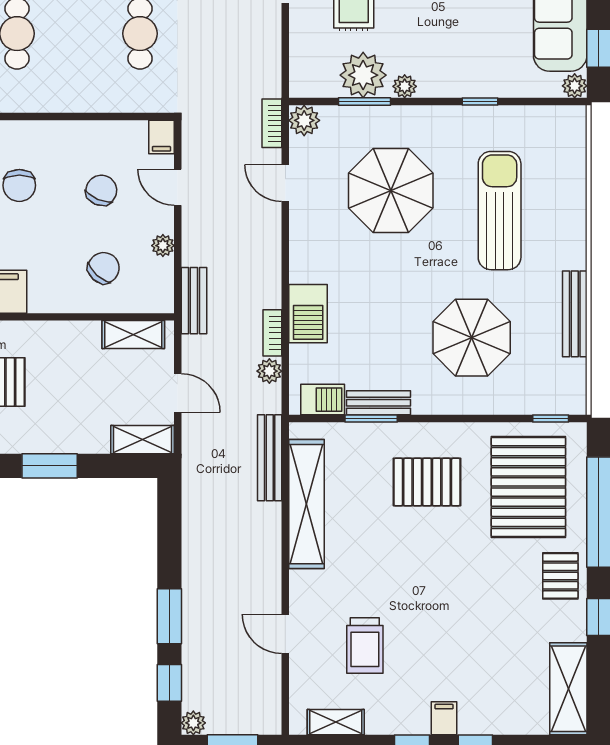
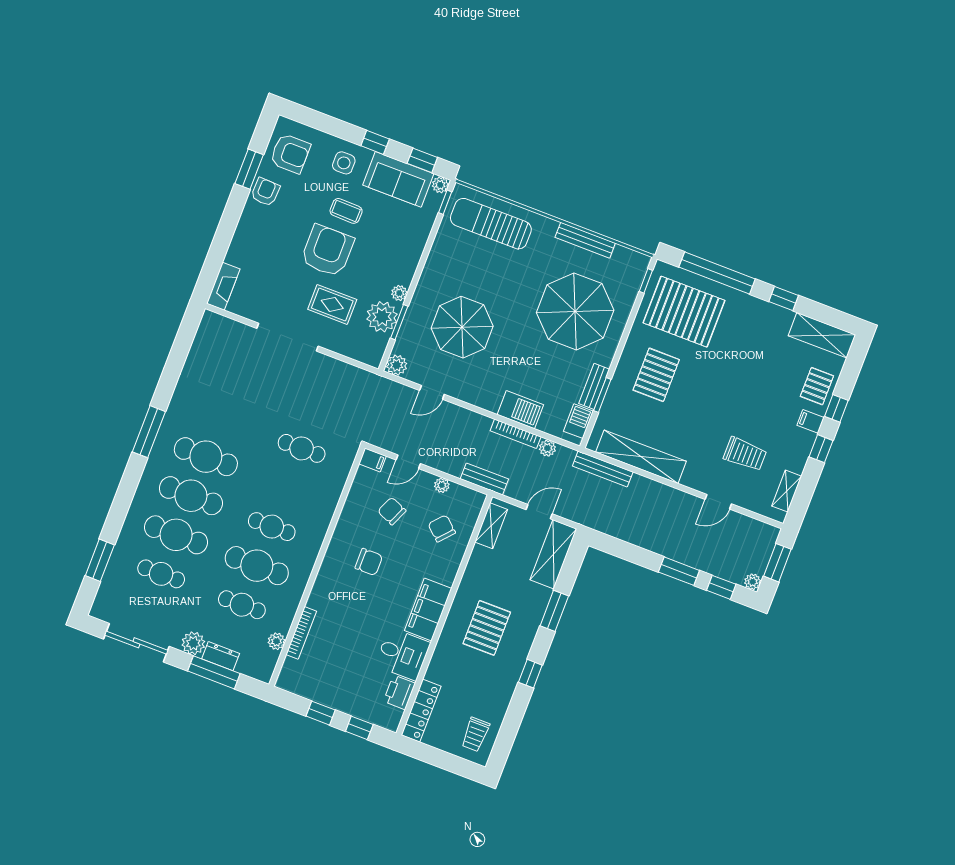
window: (480, 102) -> (445, 202), moved
bookcase: (272, 123) -> (391, 386), removed
sun lounger: (500, 211) -> (491, 224), moved
bookcase: (272, 333) -> (516, 434), width x1.56
parasol: (472, 338) -> (575, 311), width x1.36, depth x1.36
shelving: (142, 440) -> (553, 554), width x1.50, depth x1.33
pallet: (560, 576) -> (817, 386), moved, turned 90

